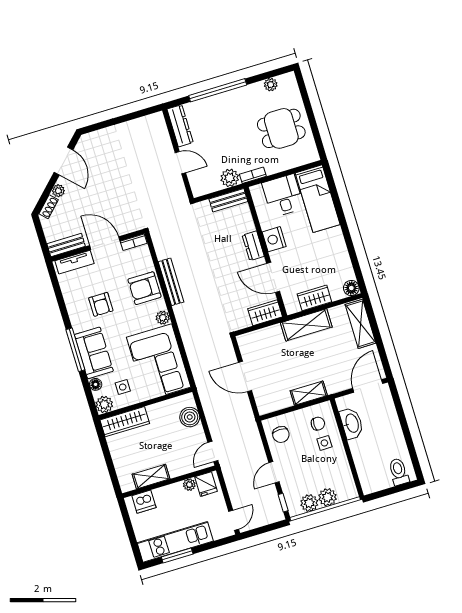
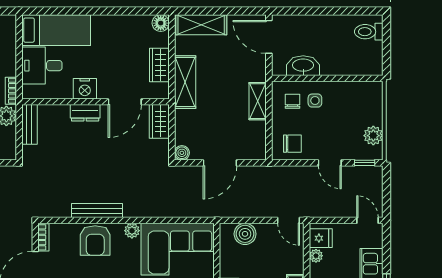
boiler: (244, 341) -> (182, 153), added
plant: (327, 497) -> (373, 114), removed

